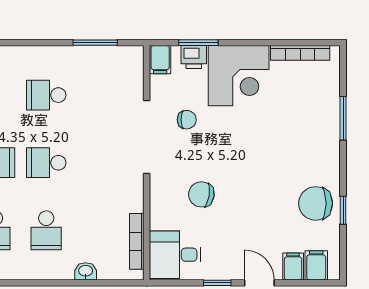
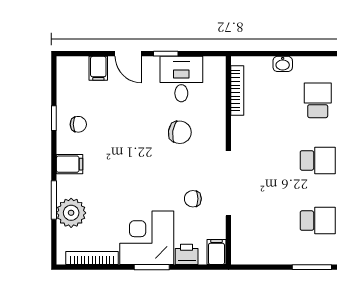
window: (95, 43) -> (312, 267), moved
window: (198, 43) -> (152, 267), moved
plant: (324, 104) -> (71, 213), added
chair: (316, 203) -> (78, 124), width x0.54, depth x0.54
desk: (175, 255) -> (181, 79), moved, turned -90
filing cabinet: (316, 265) -> (70, 164), moved, turned -90

